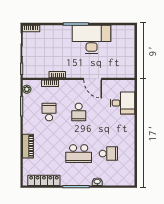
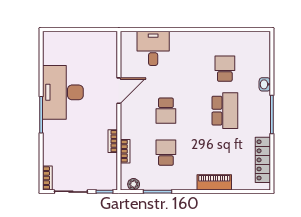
school desk: (49, 112) -> (166, 153), turned 90
school desk: (79, 112) -> (166, 111), turned 90

